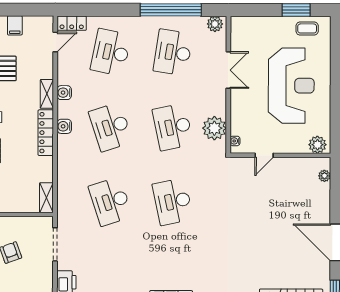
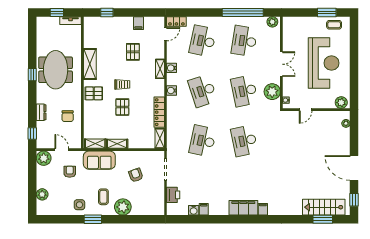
double door: (228, 70) -> (281, 64), moved
locker: (46, 133) -> (159, 112), moved
desk: (110, 201) -> (203, 141), turned 30

